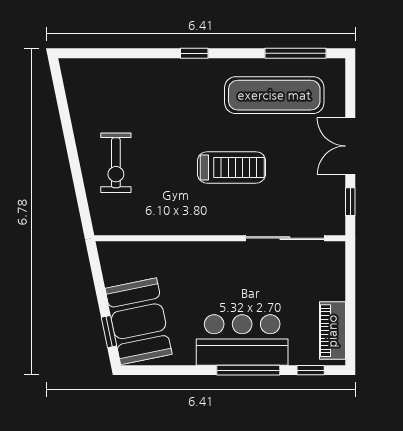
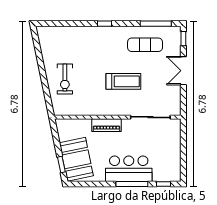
exercise mat: (274, 95) -> (145, 45), width x0.73, depth x0.69
window: (350, 202) -> (183, 39), moved
piano: (332, 331) -> (106, 125), moved, turned -90

